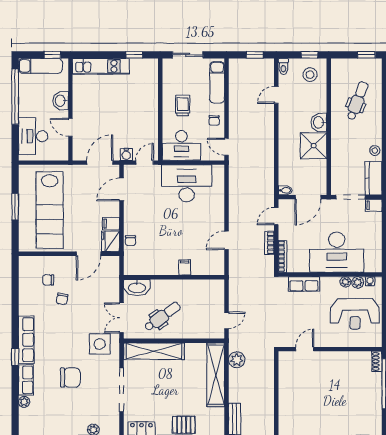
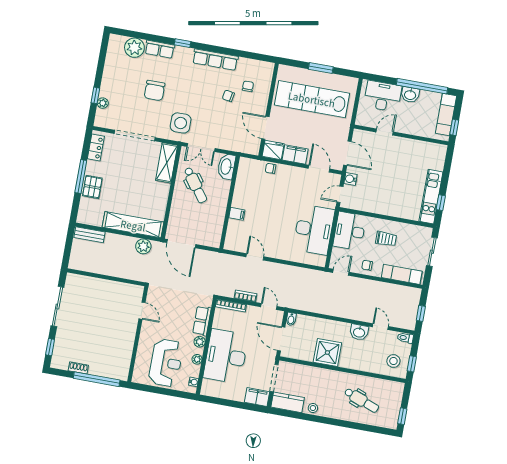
kitchen unit: (101, 66) -> (431, 197), moved
washbasin: (61, 101) -> (410, 95), moved, turned 180
washbasin: (319, 122) -> (359, 332), moved, turned 180
door: (145, 163) -> (340, 194), swing flipped
filing cabinet: (374, 205) -> (257, 397), width x2.00
filing cabinet: (111, 224) -> (295, 154), width x2.00
plant: (358, 282) -> (200, 342), moved
reception desk: (355, 314) -> (166, 363), turned 180
double door: (122, 318) -> (201, 147), swing flipped
door: (227, 320) -> (181, 244), width x1.87
row of seats: (26, 340) -> (215, 60), moved
shelving: (154, 351) -> (167, 163), width x0.68
shoe rack: (377, 361) -> (78, 368), moved
plant: (24, 402) -> (134, 48), width x1.87, depth x1.87

